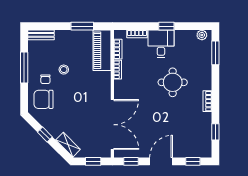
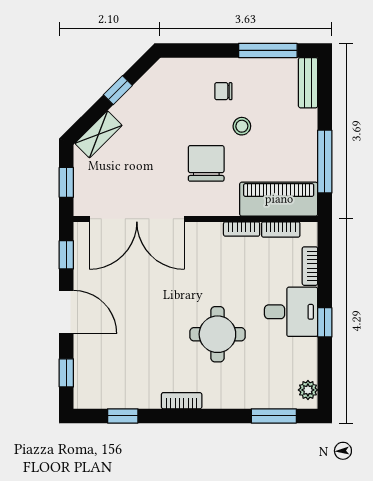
window: (82, 26) -> (325, 162), width x1.44
window: (24, 67) -> (268, 50), moved
chair: (44, 99) -> (206, 163), moved

